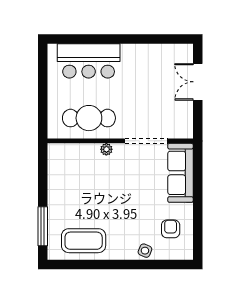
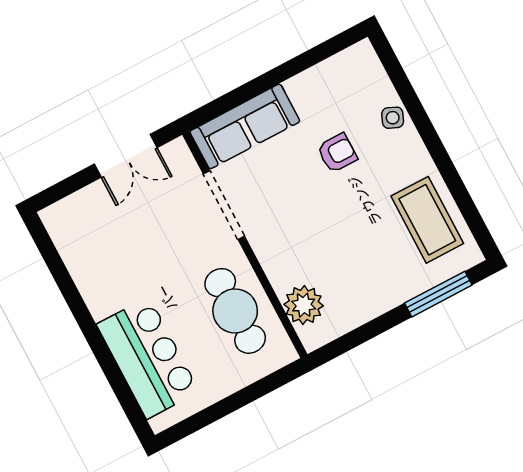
double door: (198, 82) -> (126, 156), moved
plant: (106, 149) -> (304, 305), moved, width x1.87, depth x1.87
armchair: (171, 229) -> (337, 153), moved, turned 180

